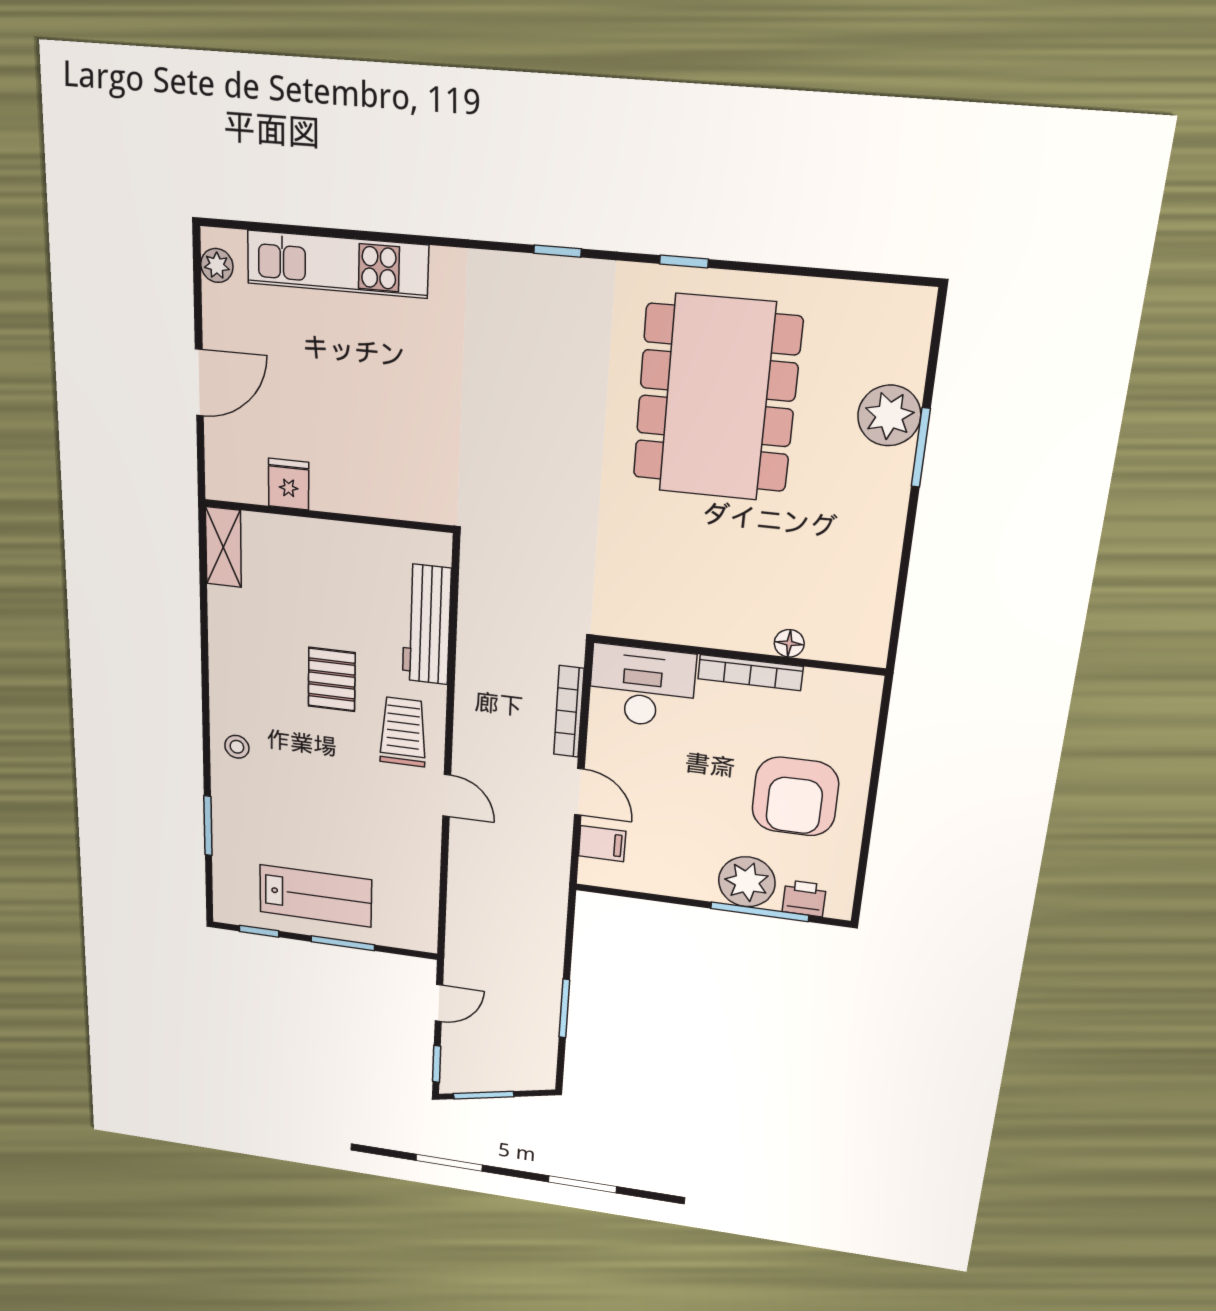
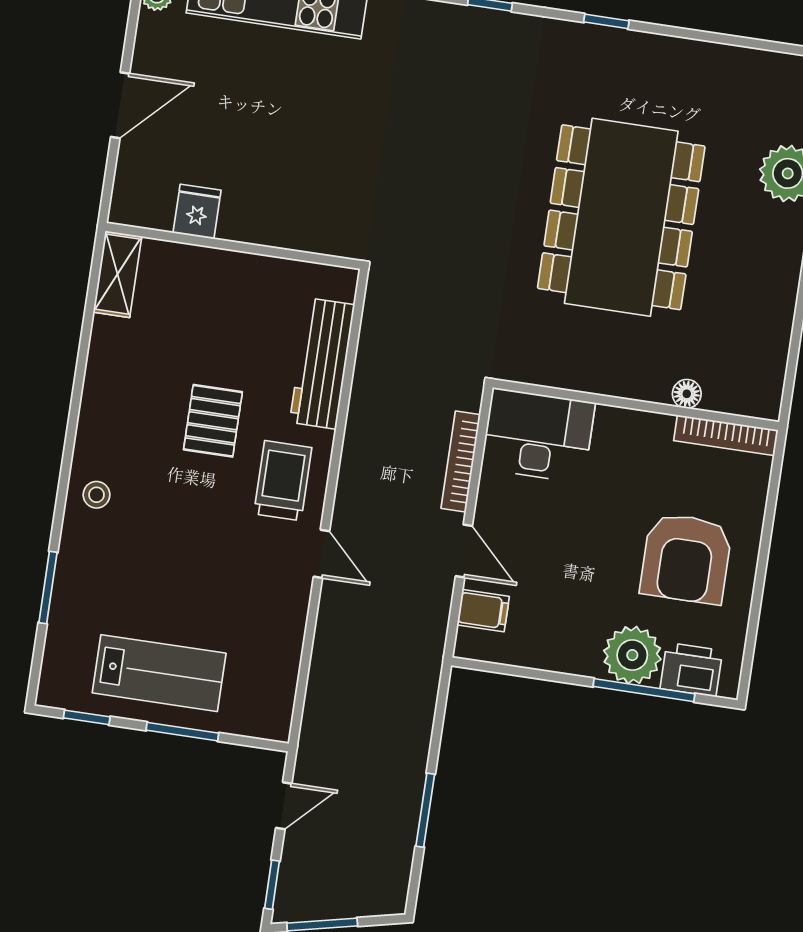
dining table: (717, 398) -> (621, 217), moved
bookcase: (750, 673) -> (726, 435), moved
printer: (804, 898) -> (691, 670), width x1.36, depth x1.24

